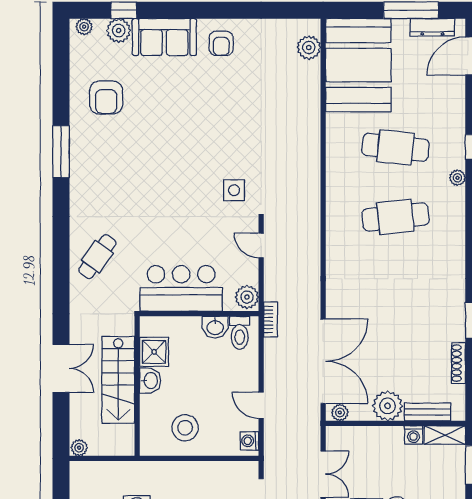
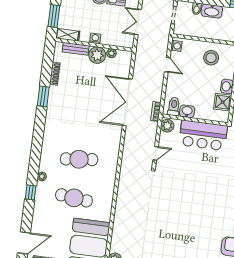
side table: (234, 190) -> (167, 186), removed
door: (261, 245) -> (156, 153), hinge flipped
double door: (323, 361) -> (127, 102), moved
plant: (340, 413) -> (111, 53), moved
washing machine: (414, 435) -> (95, 39), moved

